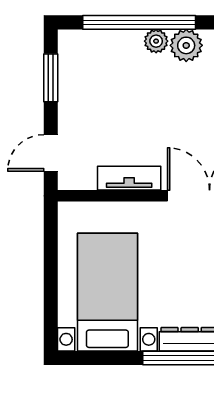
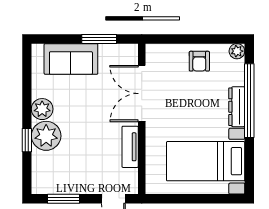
window: (139, 22) -> (27, 140), width x0.32
plant: (156, 41) -> (46, 136), width x1.87, depth x1.87

